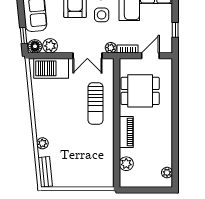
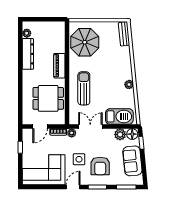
plant: (42, 143) -> (129, 84), moved
dresser: (166, 147) -> (28, 54), added
parasol: (94, 161) -> (85, 42), added
plant: (126, 164) -> (59, 40), removed

